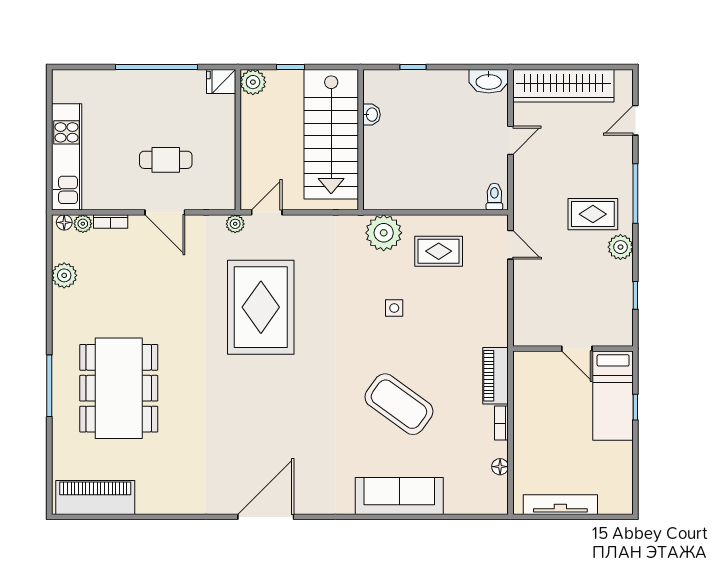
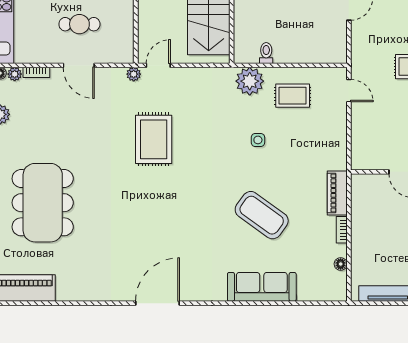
toilet: (494, 197) -> (266, 53), moved
rug: (261, 307) -> (154, 139), width x0.73, depth x0.69

